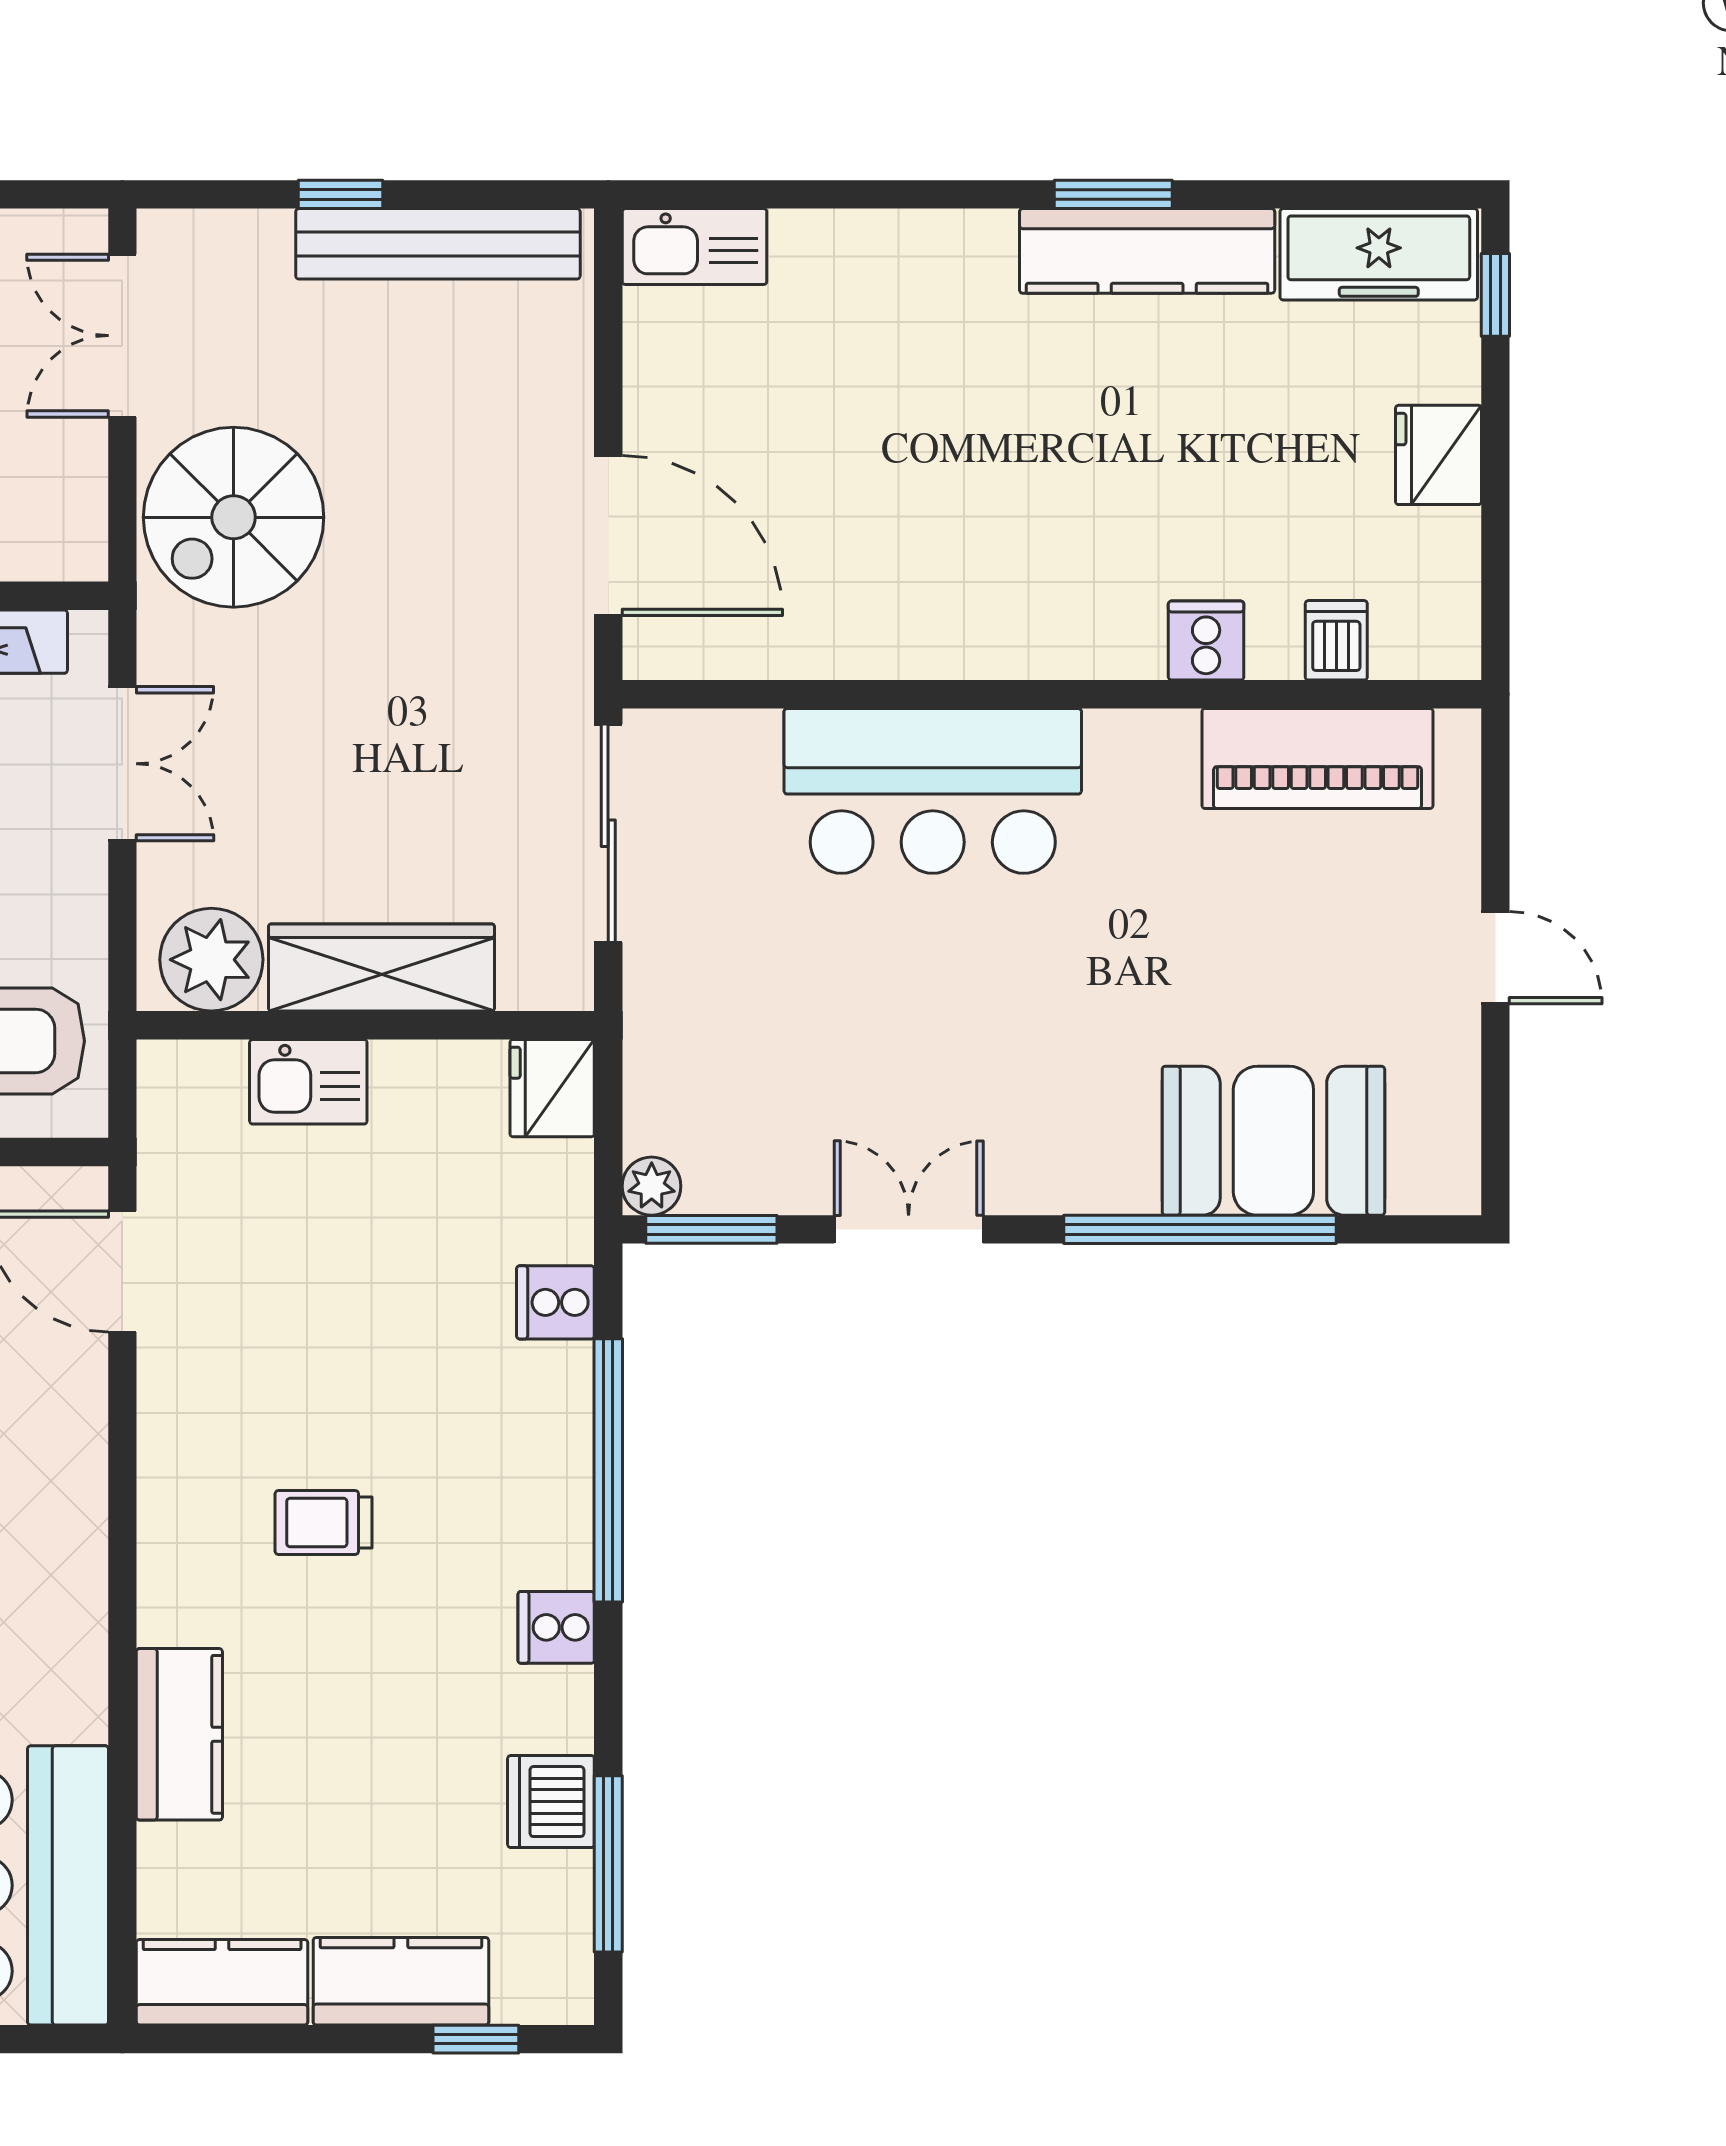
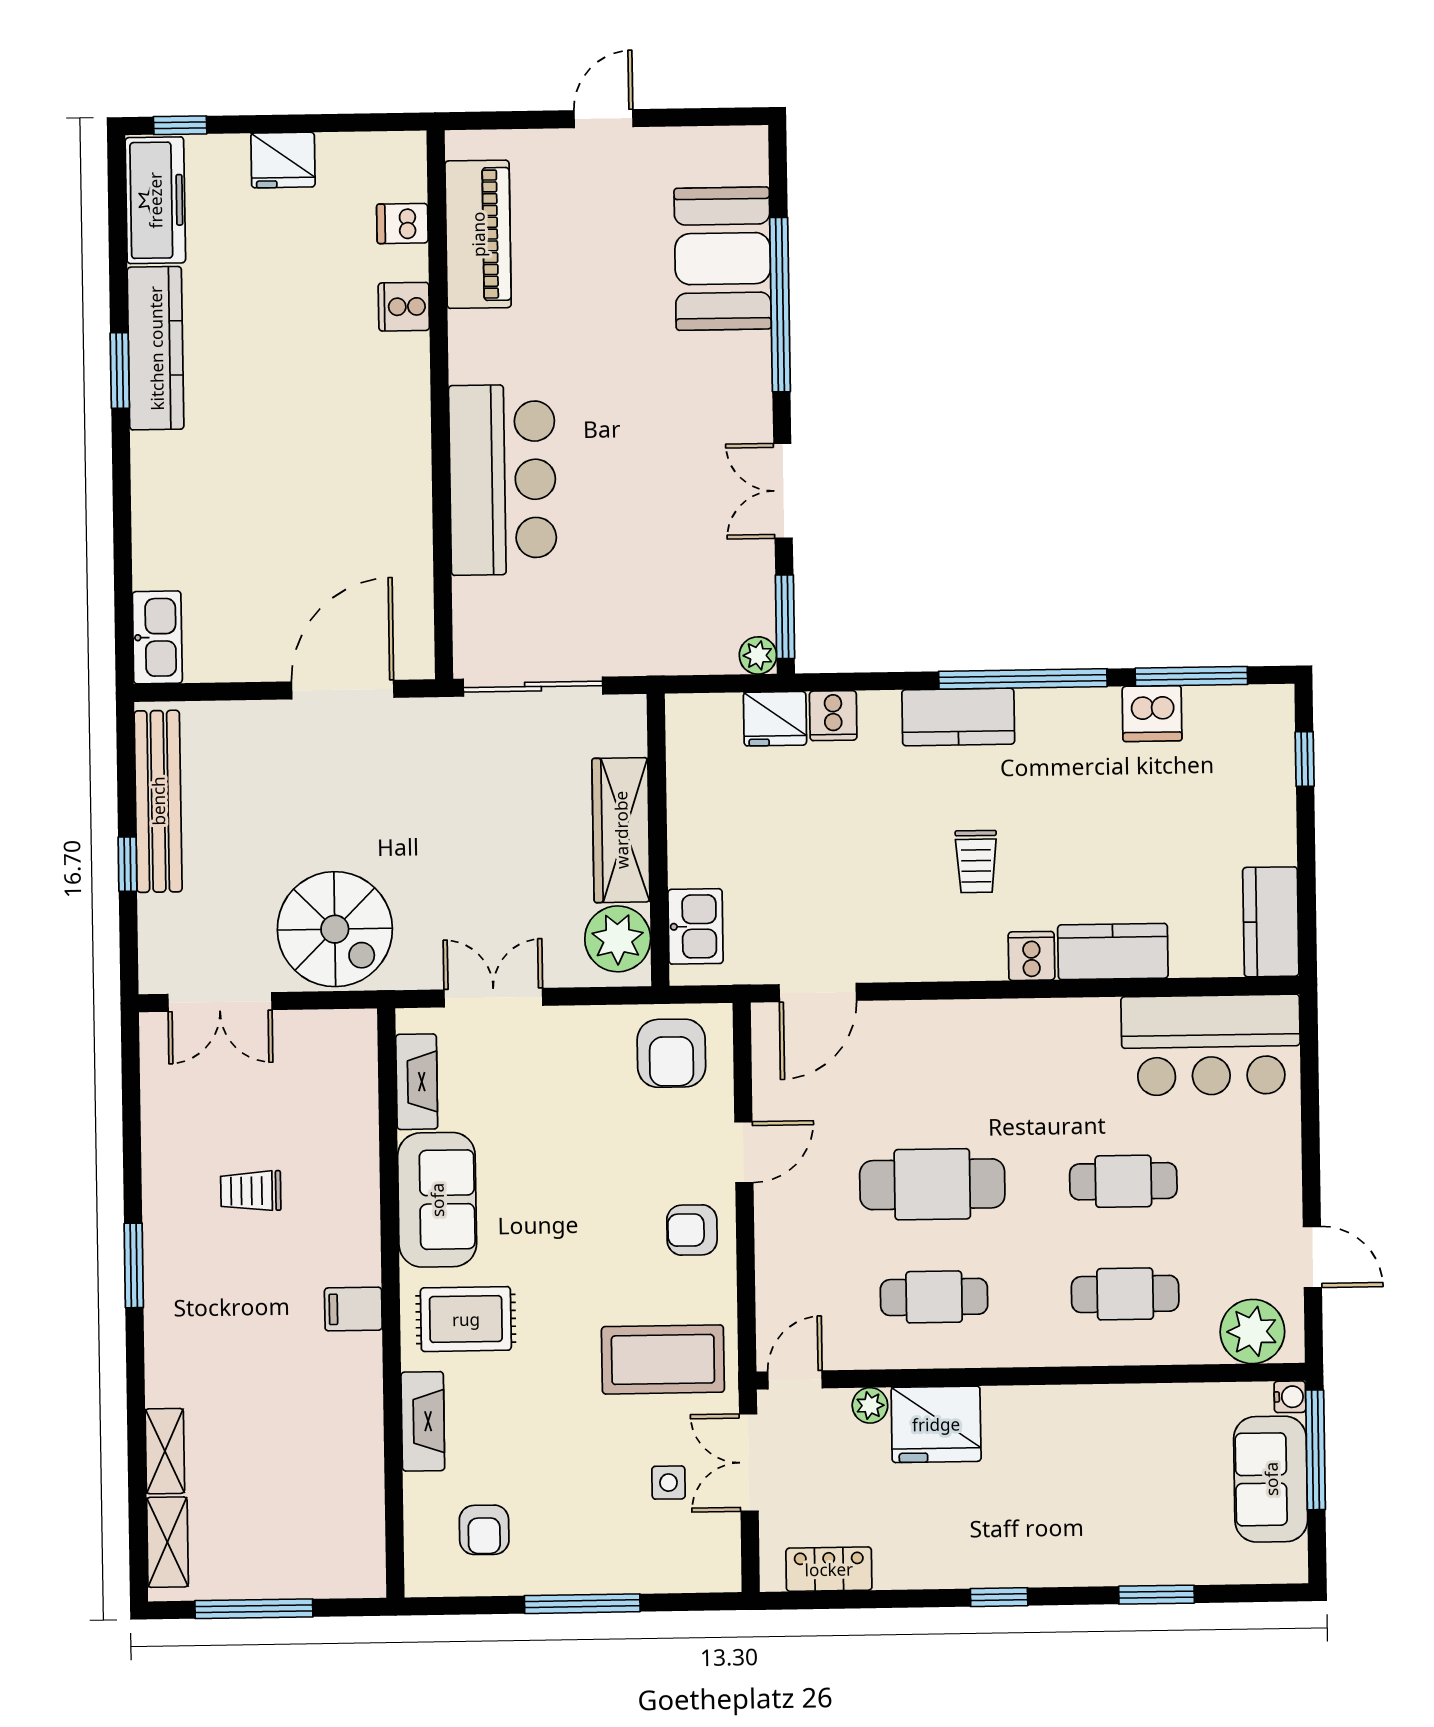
kitchen sink: (308, 1082) -> (696, 926), moved
fridge: (552, 1088) -> (775, 719), moved
window: (608, 1470) -> (1023, 679), moved
cooker: (556, 1627) -> (1031, 956), moved, turned 180
kitchen counter: (401, 1981) -> (958, 717), moved, turned -90

